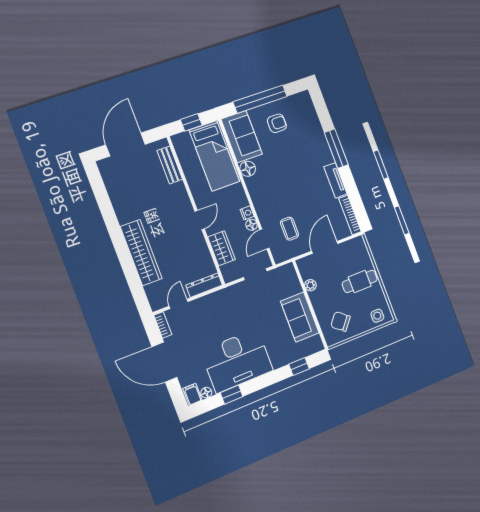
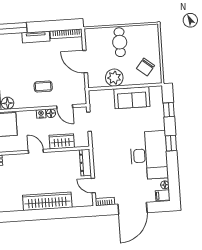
coffee table: (289, 229) -> (43, 87), moved
plant: (310, 285) -> (114, 78), width x1.87, depth x1.87
side table: (377, 316) -> (150, 36), removed
window: (232, 395) -> (171, 143), moved

